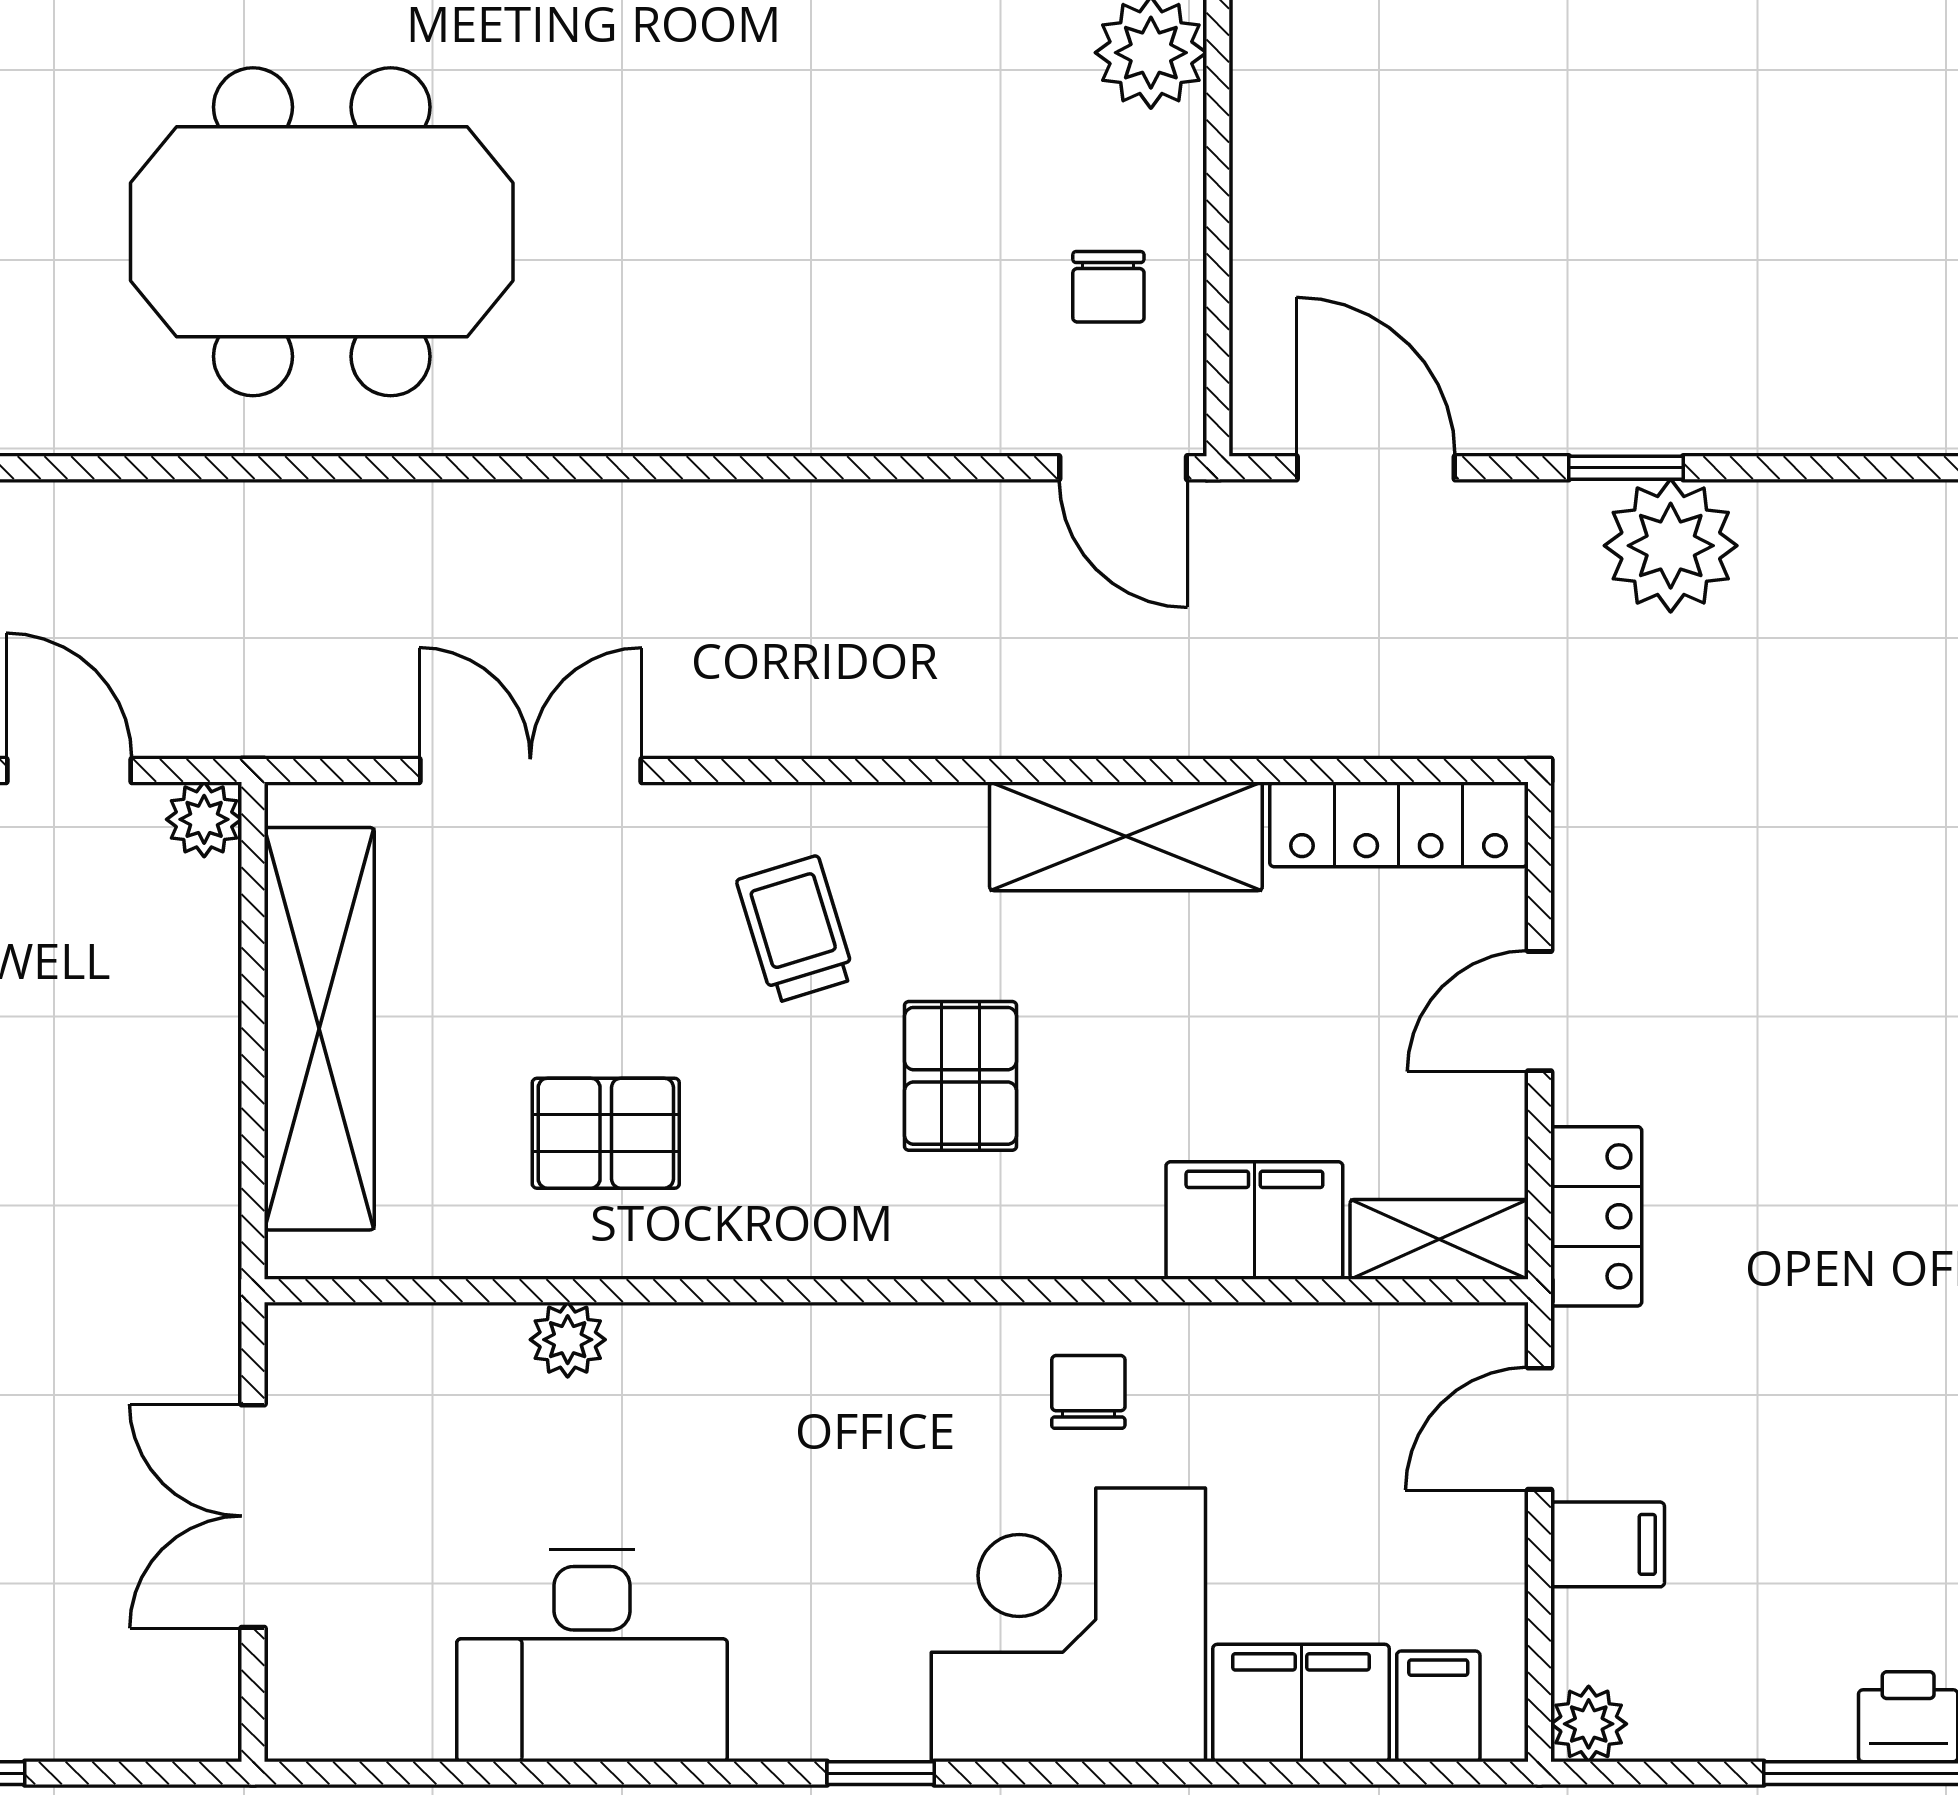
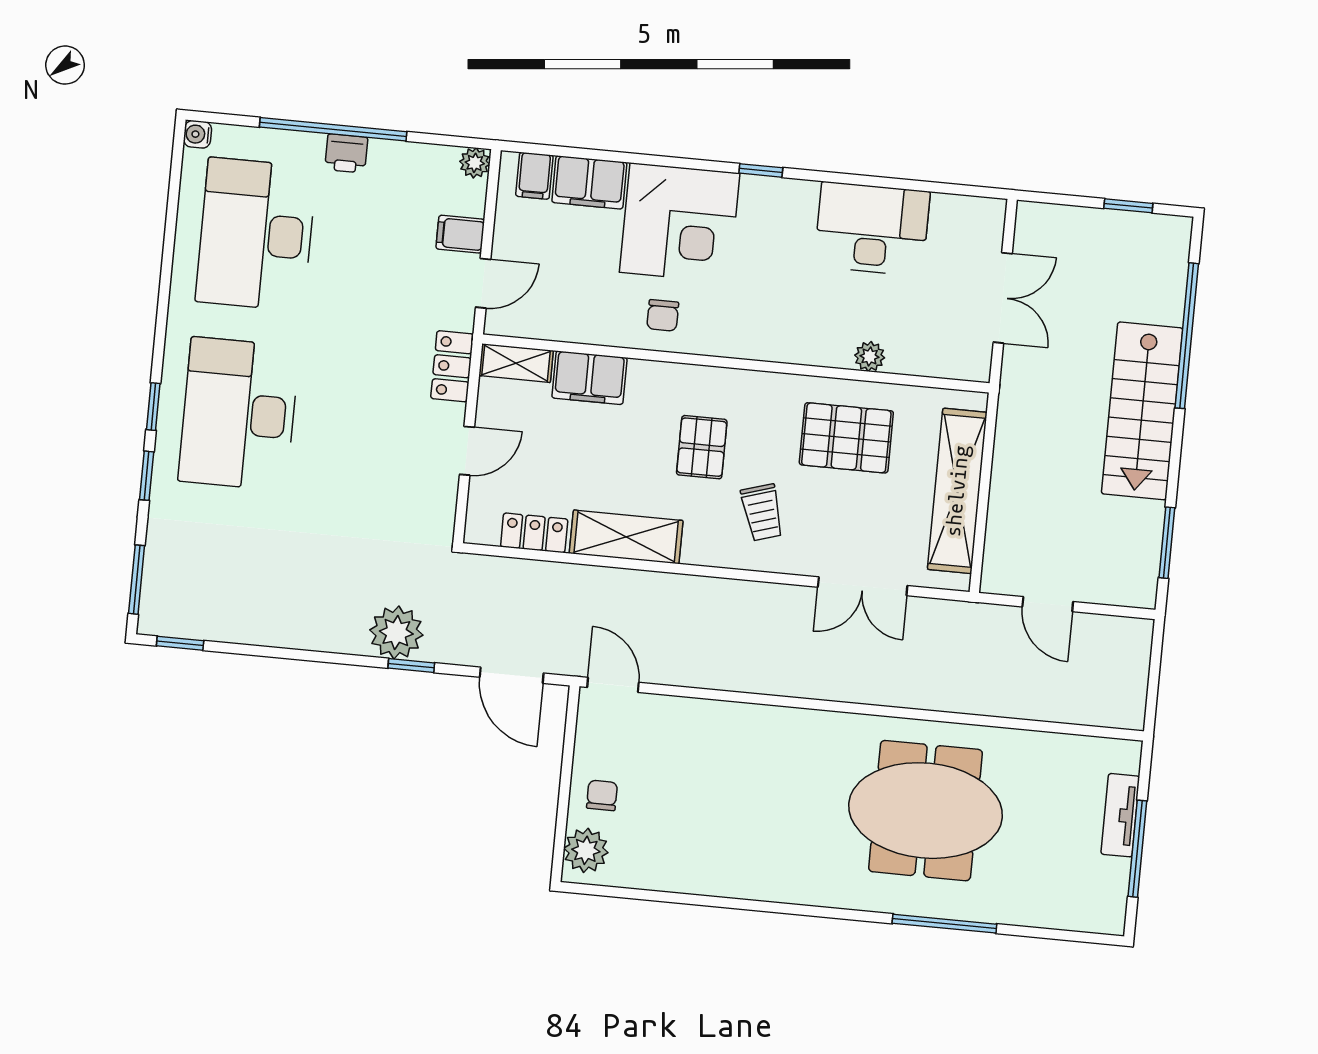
chair: (1108, 287) -> (602, 795), moved
plant: (204, 819) -> (995, 579), removed
locker: (1398, 824) -> (534, 533), width x0.66
pallet: (606, 1133) -> (846, 438), width x1.50, depth x1.42

